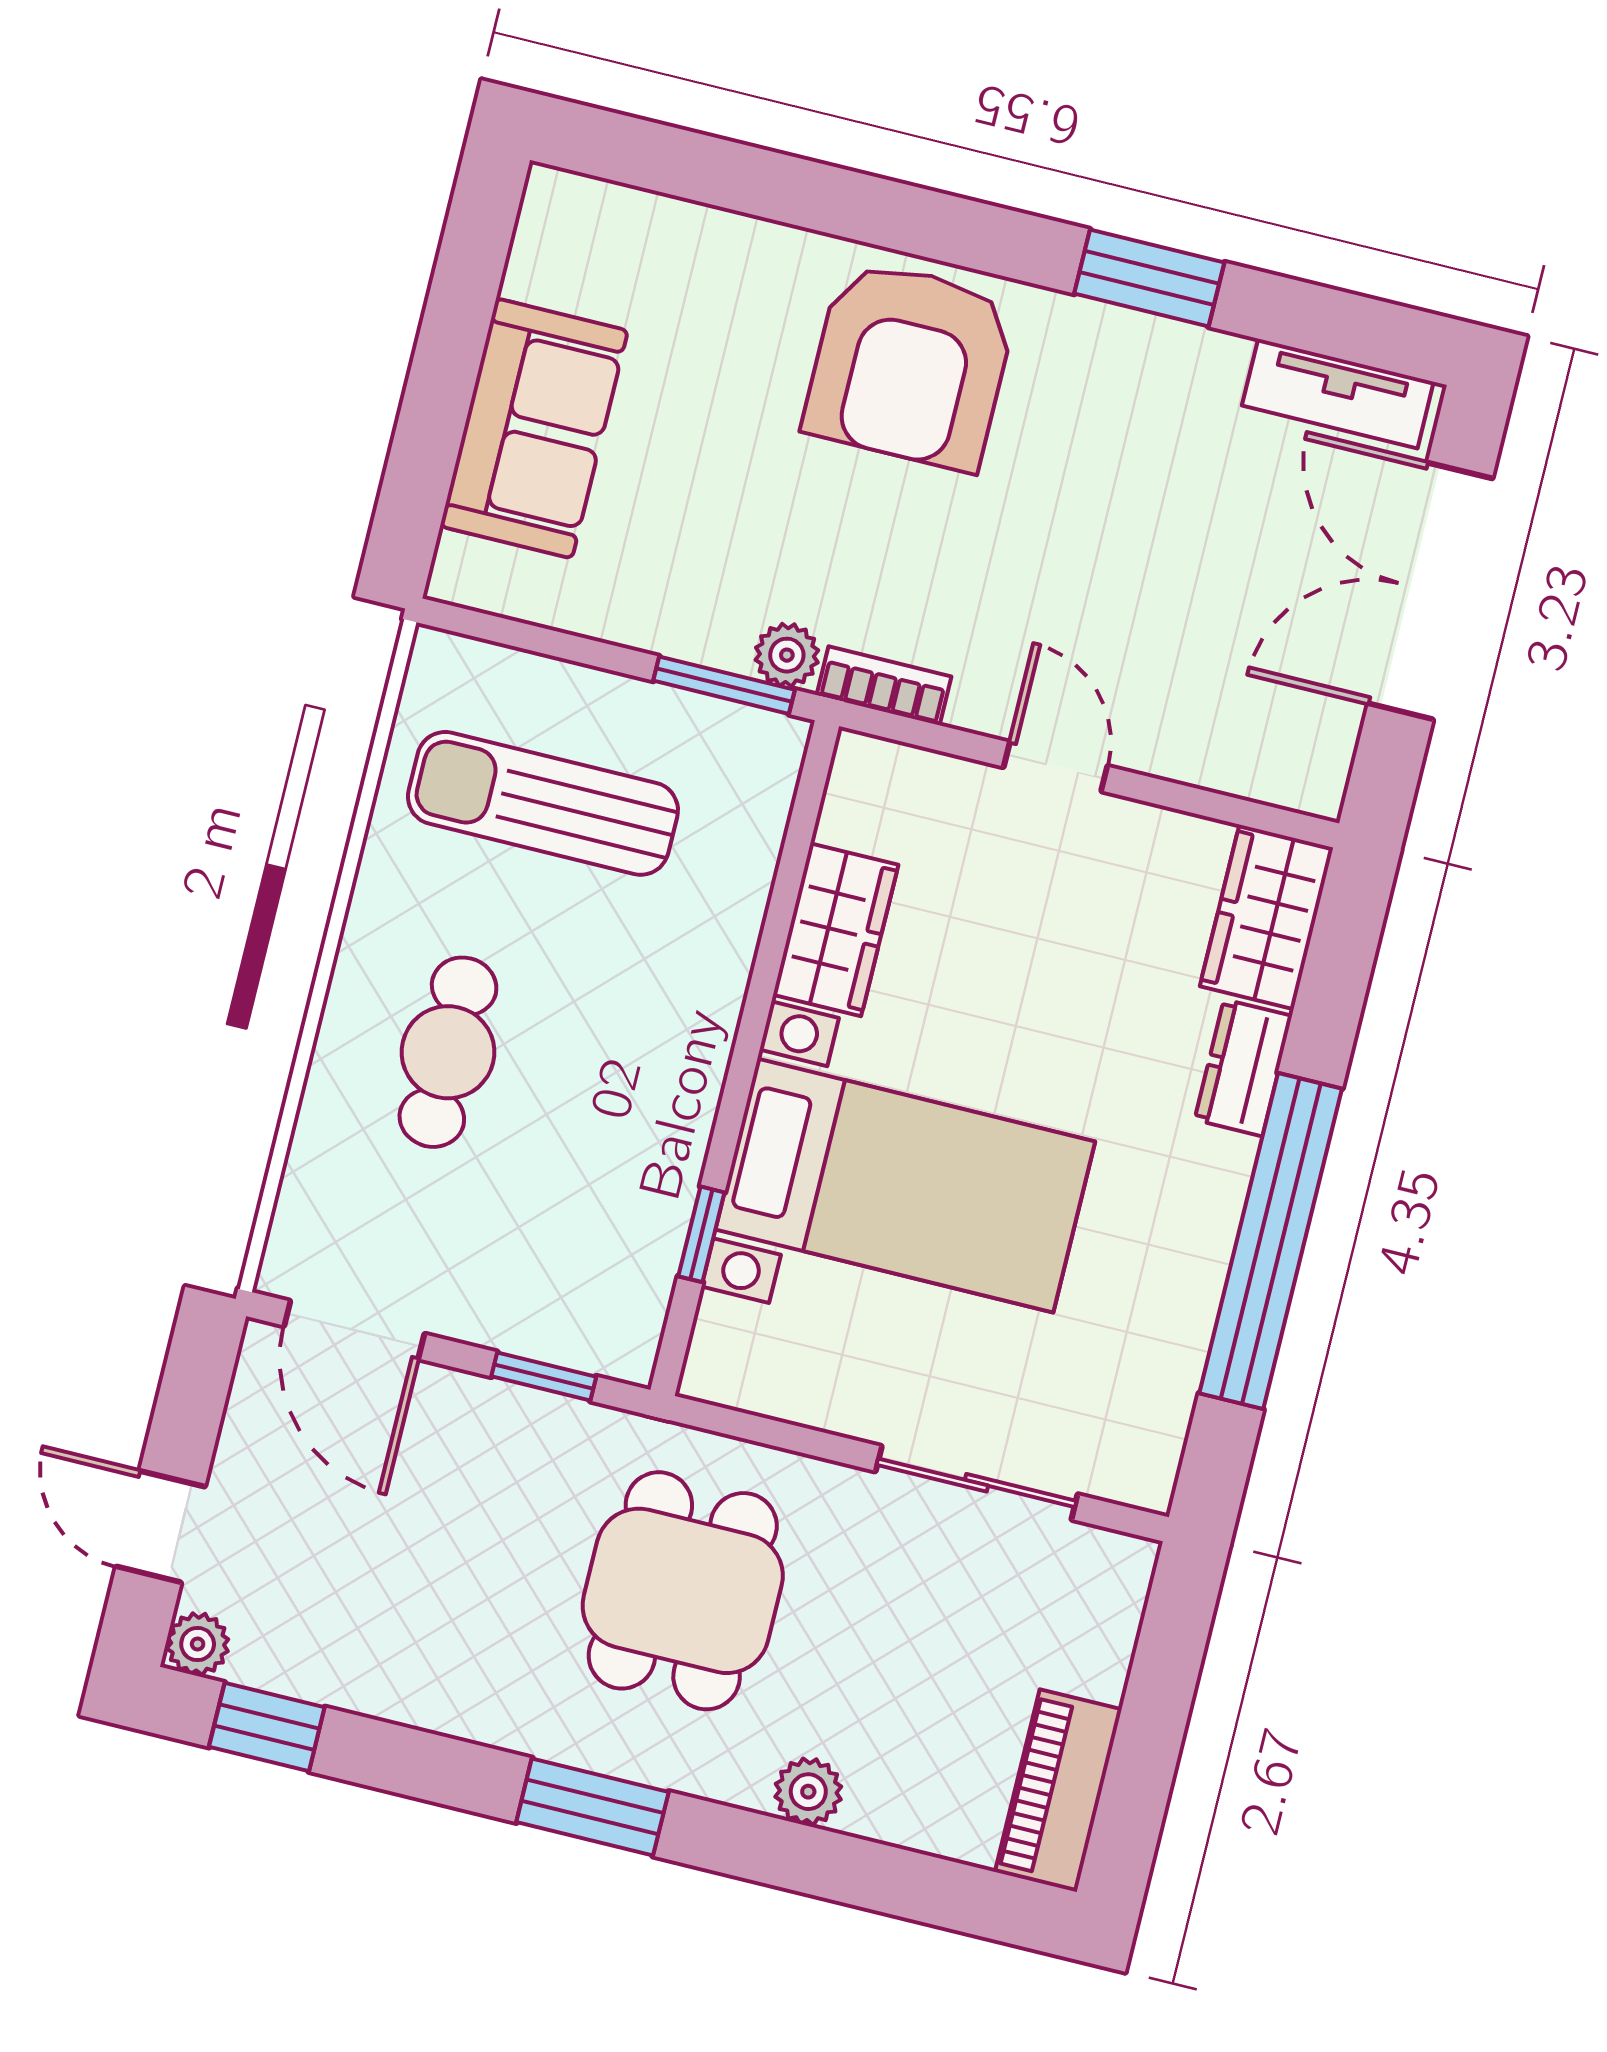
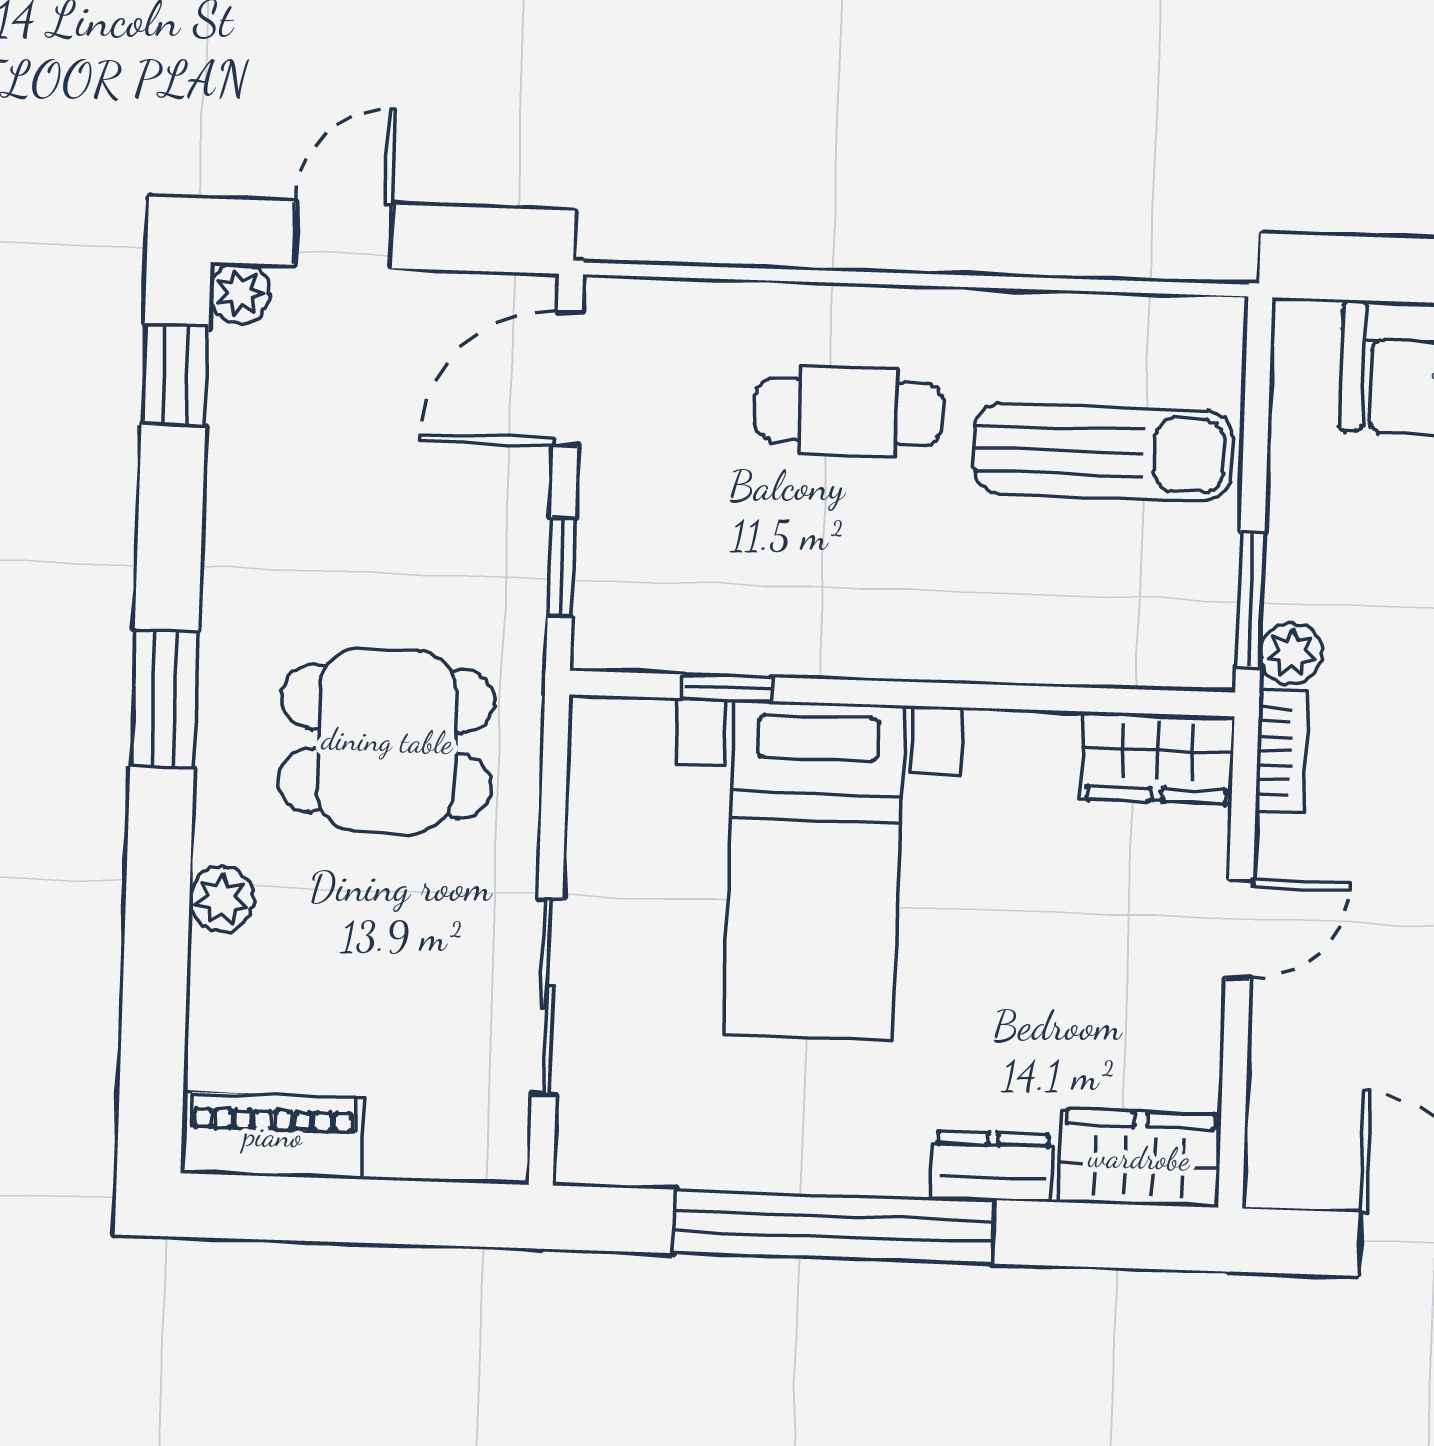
sun lounger: (543, 803) -> (1103, 452), turned 90
wardrobe: (836, 930) -> (1158, 758), moved

